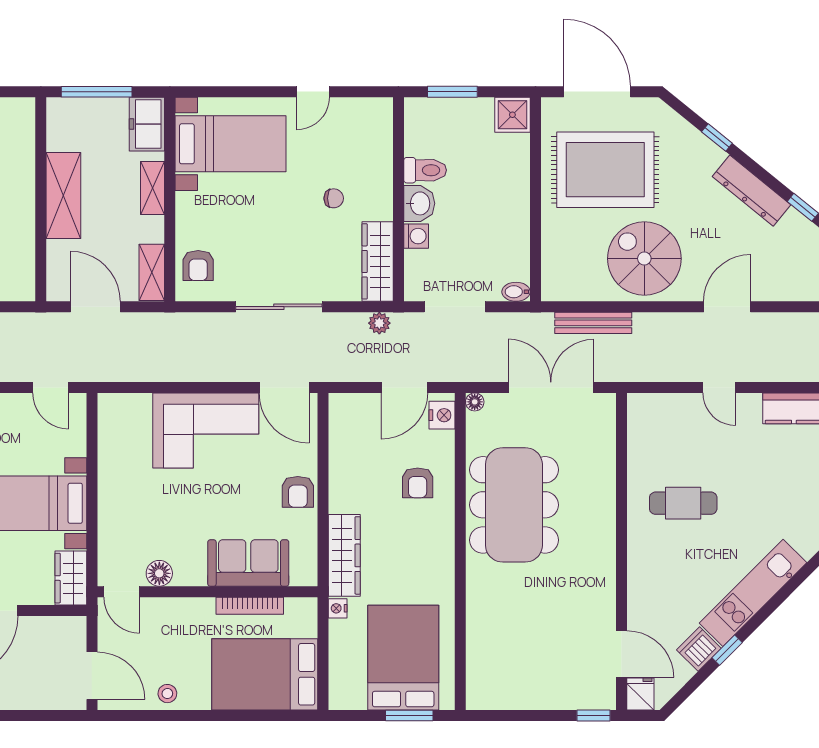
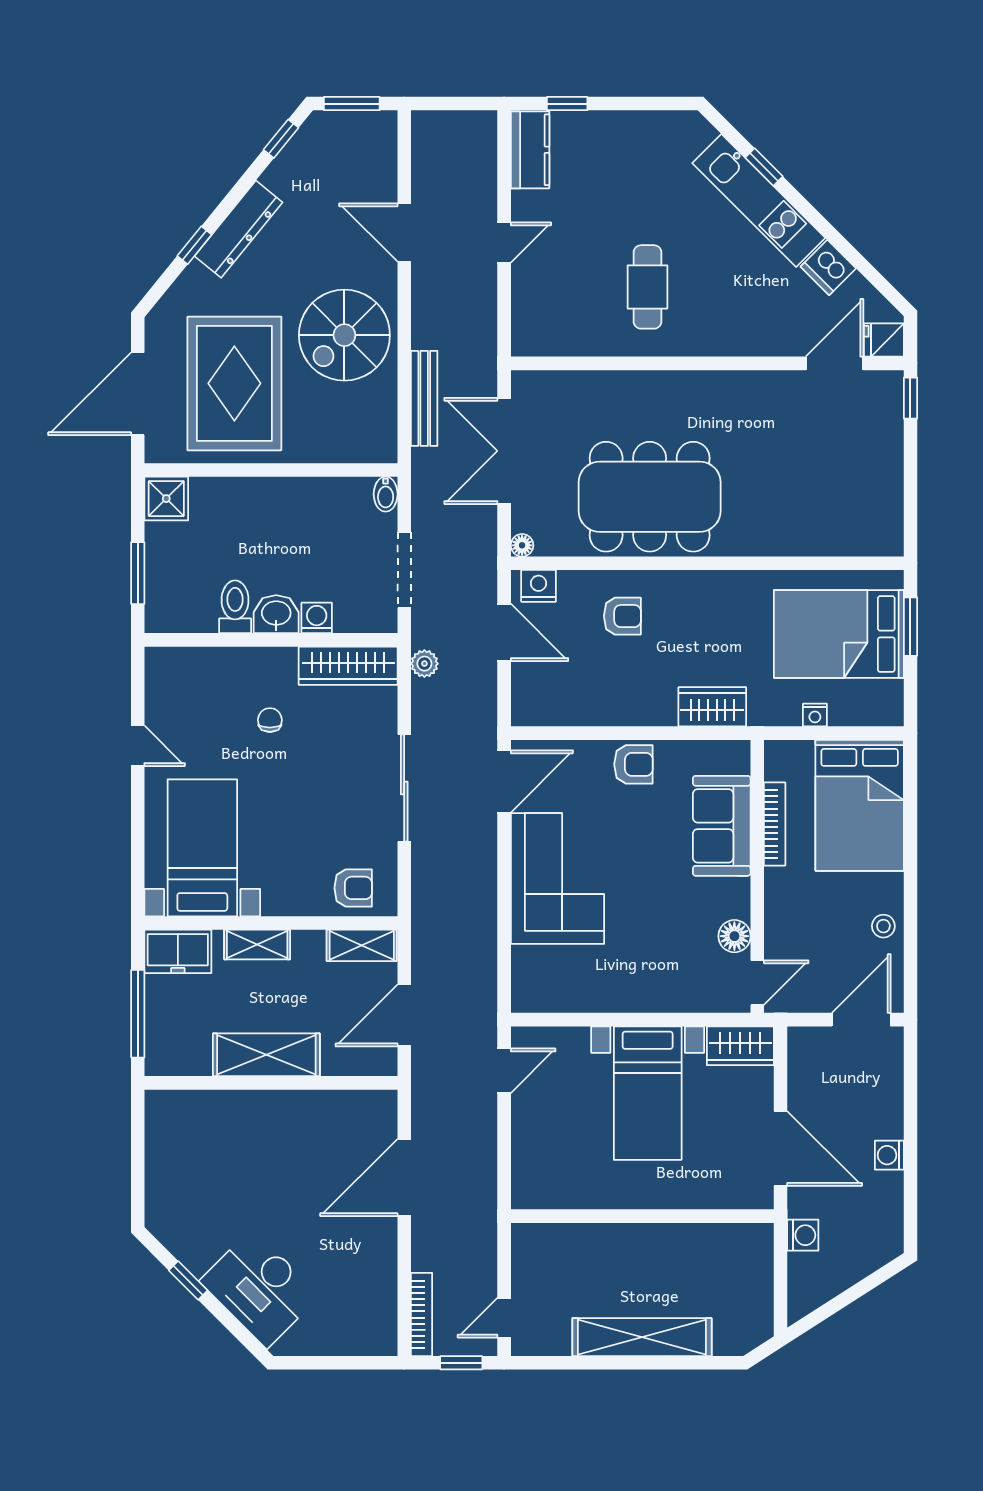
dresser: (751, 191) -> (239, 229), moved
wardrobe: (344, 555) -> (712, 707), width x0.67
nightstand: (338, 608) -> (815, 715), moved
window: (727, 650) -> (764, 167), moved

